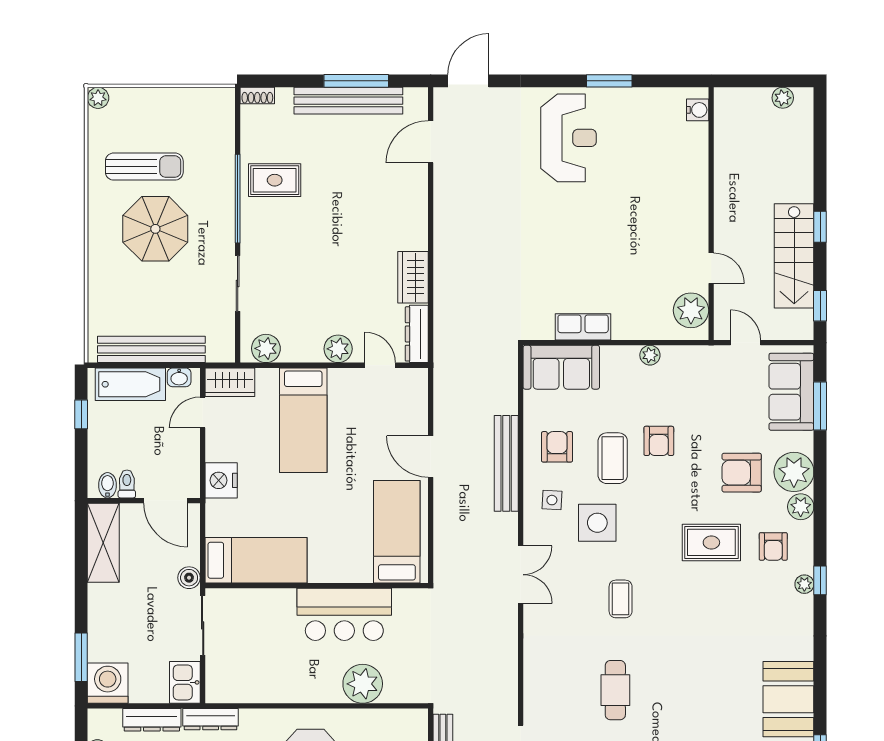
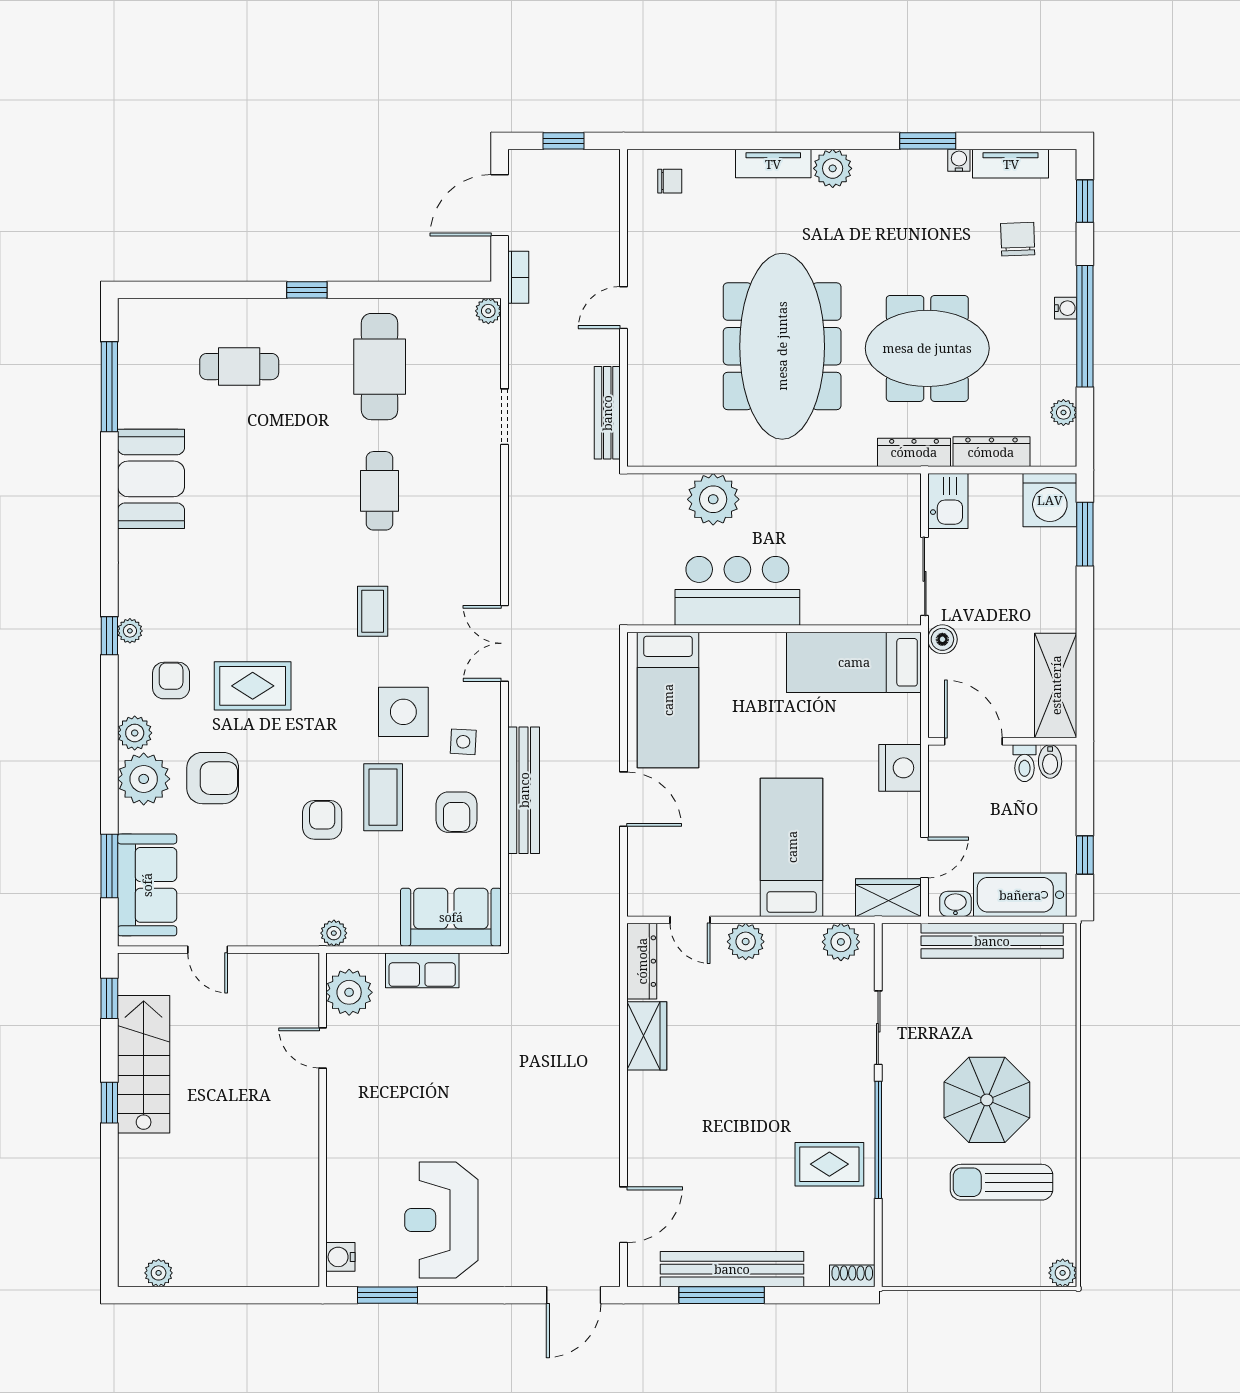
water cooler: (698, 110) -> (340, 1257), moved
wall: (711, 214) -> (323, 1120), moved
door: (711, 268) -> (323, 1048), moved
plant: (691, 310) -> (349, 992), moved

